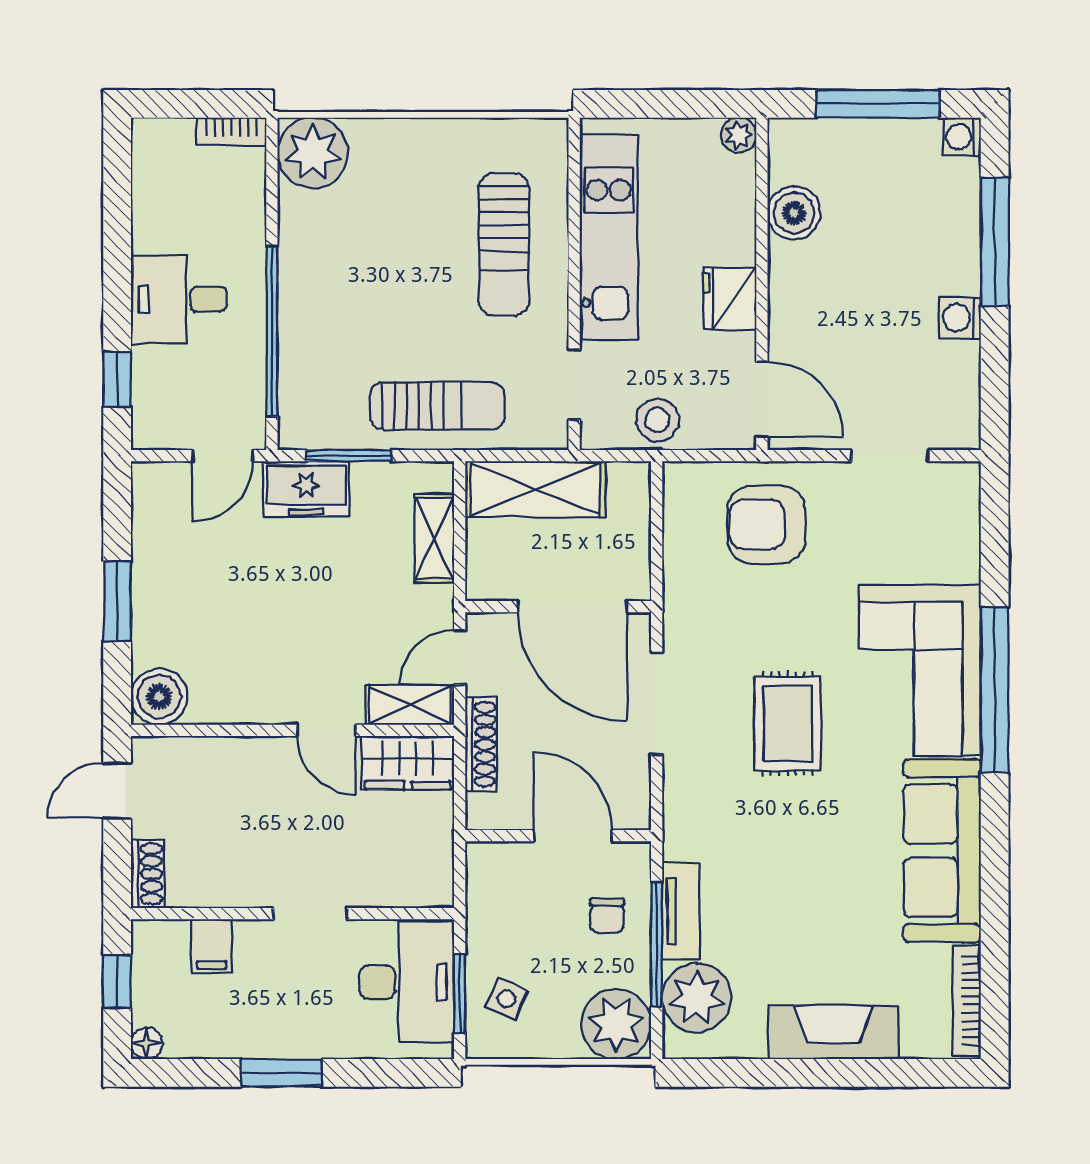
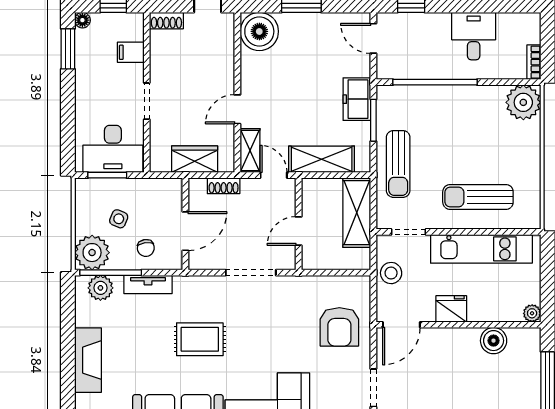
desk: (179, 299) -> (474, 36), moved
door: (223, 456) -> (373, 38), moved
armchair: (766, 524) -> (339, 327), turned 180
shelving: (434, 538) -> (322, 159), width x1.50, depth x1.33
door: (572, 607) -> (299, 231), width x0.53
boiler: (159, 697) -> (259, 31), width x1.37, depth x1.37
rug: (788, 723) -> (200, 339), moved
shoe rack: (481, 744) -> (224, 186), width x0.70
wardrobe: (408, 763) -> (195, 159), moved, turned 90
chair: (607, 916) -> (146, 248), turned -98
window: (657, 944) -> (111, 273), moved
plant: (697, 998) -> (100, 288), width x0.73, depth x0.73
side table: (507, 999) -> (119, 219), moved
window: (281, 1073) -> (68, 49), moved

